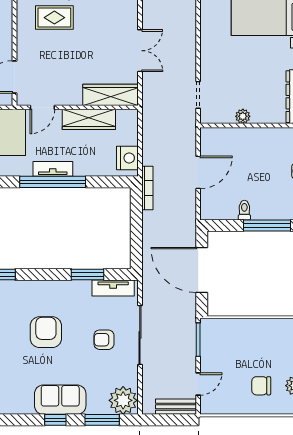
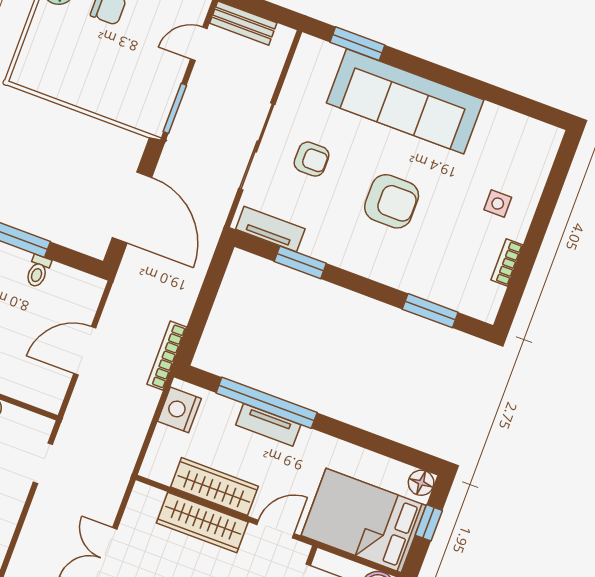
wardrobe: (110, 95) -> (202, 523), moved
tv unit: (53, 169) -> (268, 425), moved
window: (53, 182) -> (267, 403), moved
armchair: (46, 332) -> (392, 201), turned -90
sofa: (60, 400) -> (405, 101), width x1.85, depth x1.27
plant: (123, 400) -> (316, 61), removed
window: (55, 420) -> (425, 69), removed

